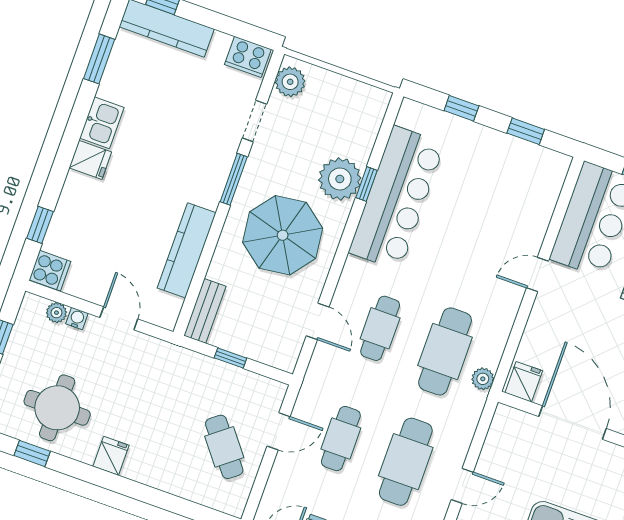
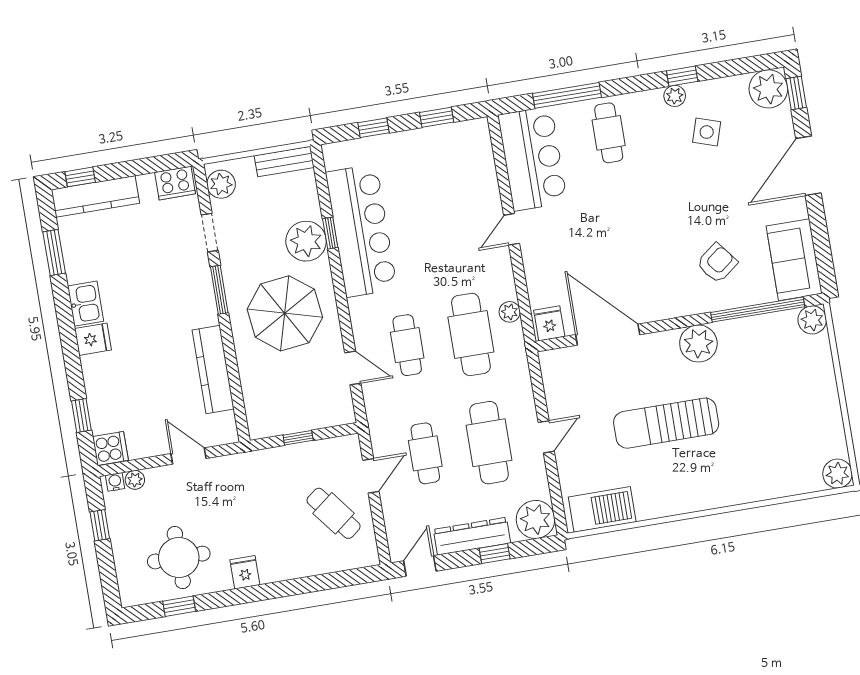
bench: (205, 311) -> (284, 161), moved, turned 90
water cooler: (77, 318) -> (115, 482), moved
plant: (483, 379) -> (510, 312), moved

